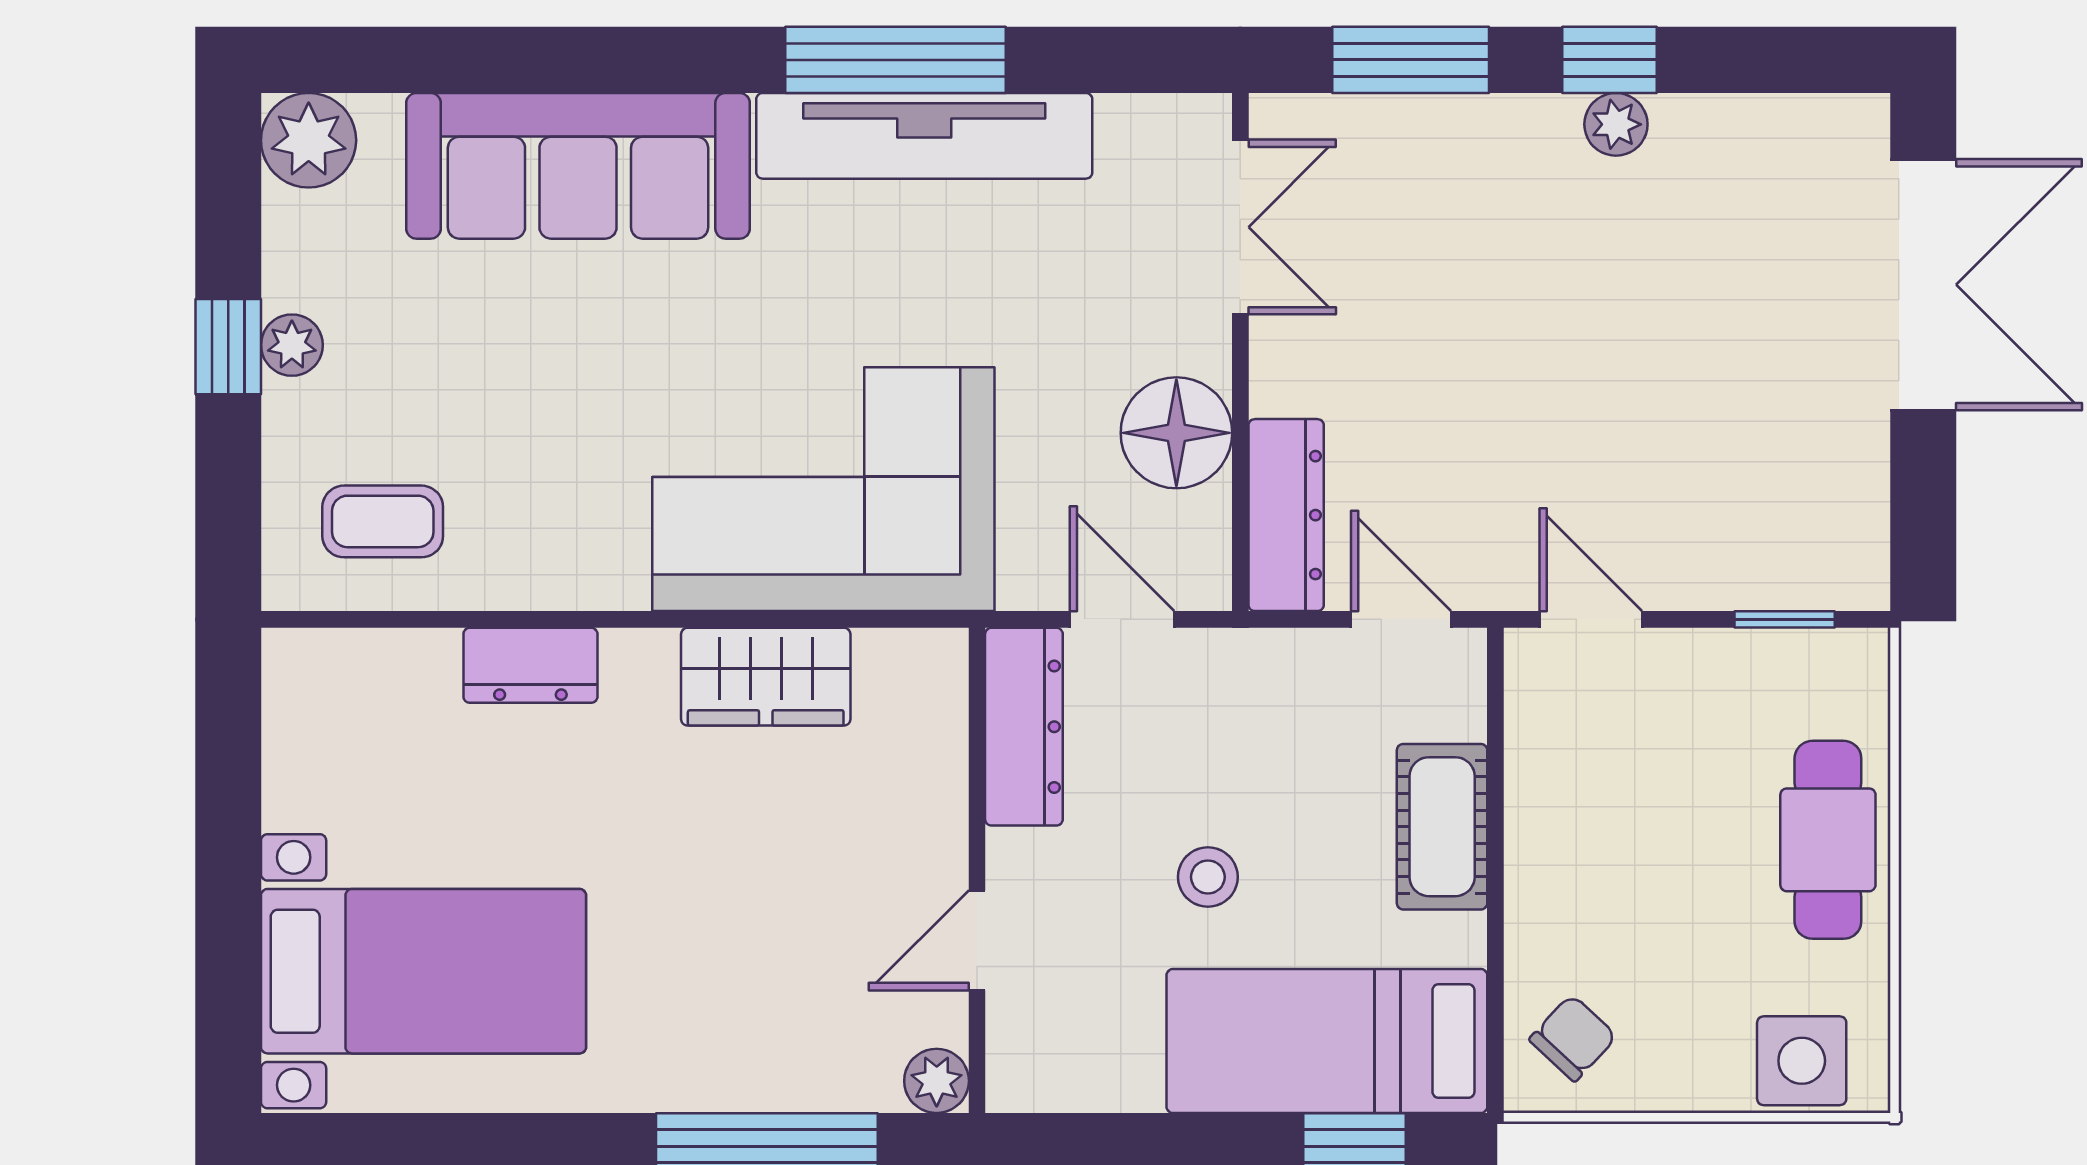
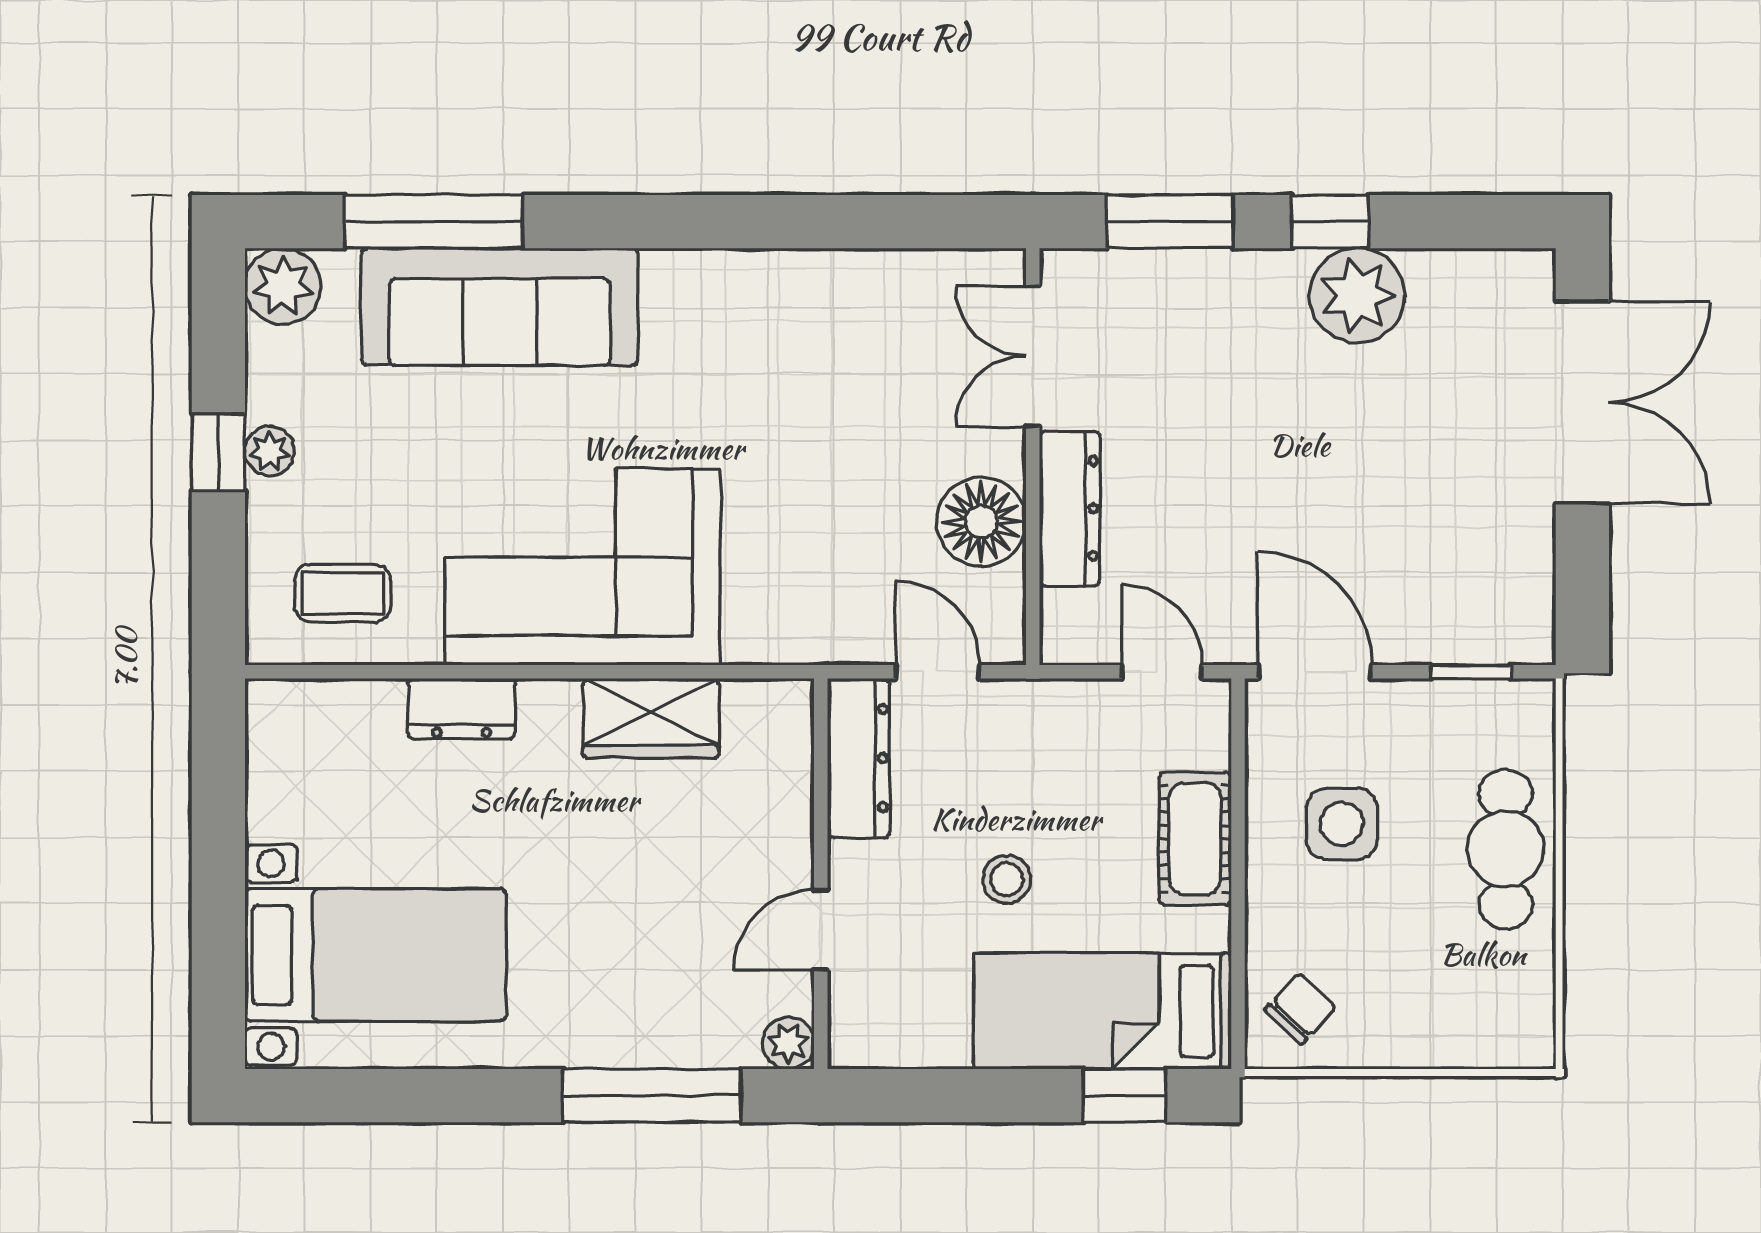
window: (895, 60) -> (434, 222), moved
plant: (1616, 124) -> (1357, 296), width x1.87, depth x1.87
tv unit: (924, 136) -> (778, 283), removed
double door: (1240, 227) -> (1033, 356), swing flipped
corner sofa: (823, 489) -> (583, 567), moved
dresser: (1286, 515) -> (1070, 508), moved
door: (1591, 619) -> (1315, 672), width x1.37
side table: (1802, 1061) -> (1342, 824), moved

